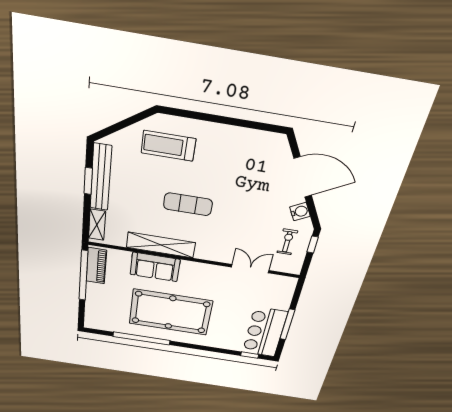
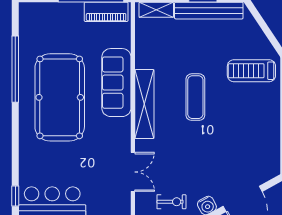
treadmill: (168, 146) -> (251, 71), turned -90
shelving: (161, 245) -> (144, 104), moved
sofa: (155, 267) -> (116, 83), width x1.36

